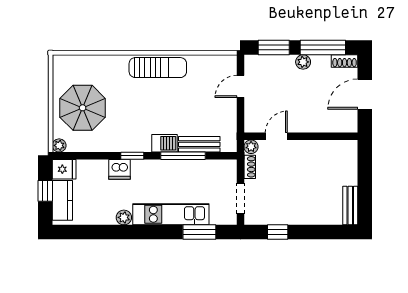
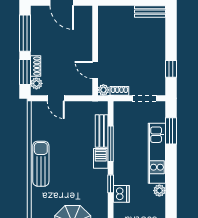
shoe rack: (345, 61) -> (36, 66), moved
plant: (303, 62) -> (36, 83), moved

